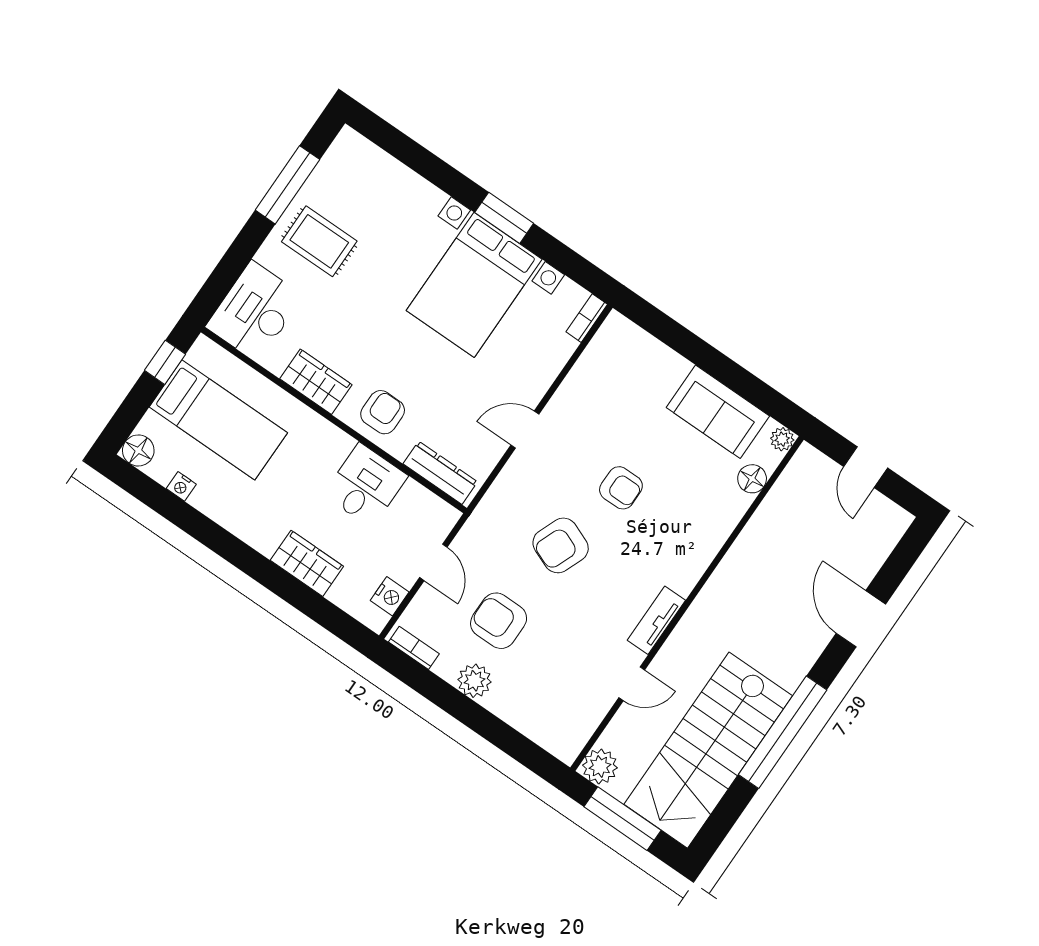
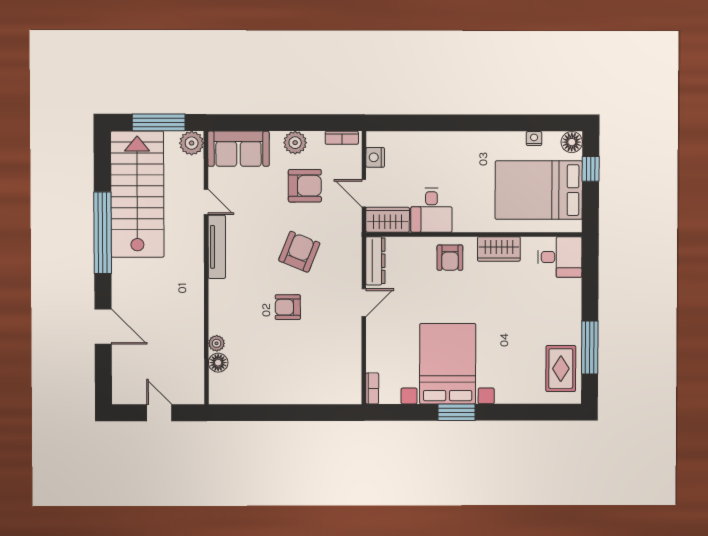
rug: (319, 241) -> (561, 369), moved, turned 90
desk: (255, 311) -> (560, 257), width x0.73
window: (165, 362) -> (591, 169), moved
sofa: (718, 412) -> (238, 149), moved, turned 180
bed: (218, 420) -> (539, 190), width x1.50
plant: (782, 439) -> (217, 343), moved
dresser: (440, 473) -> (375, 261), moved, turned -90
wardrobe: (307, 563) -> (388, 220), moved, turned 180
tv unit: (656, 620) -> (217, 247), width x1.41
door: (632, 684) -> (206, 202), swing flipped

